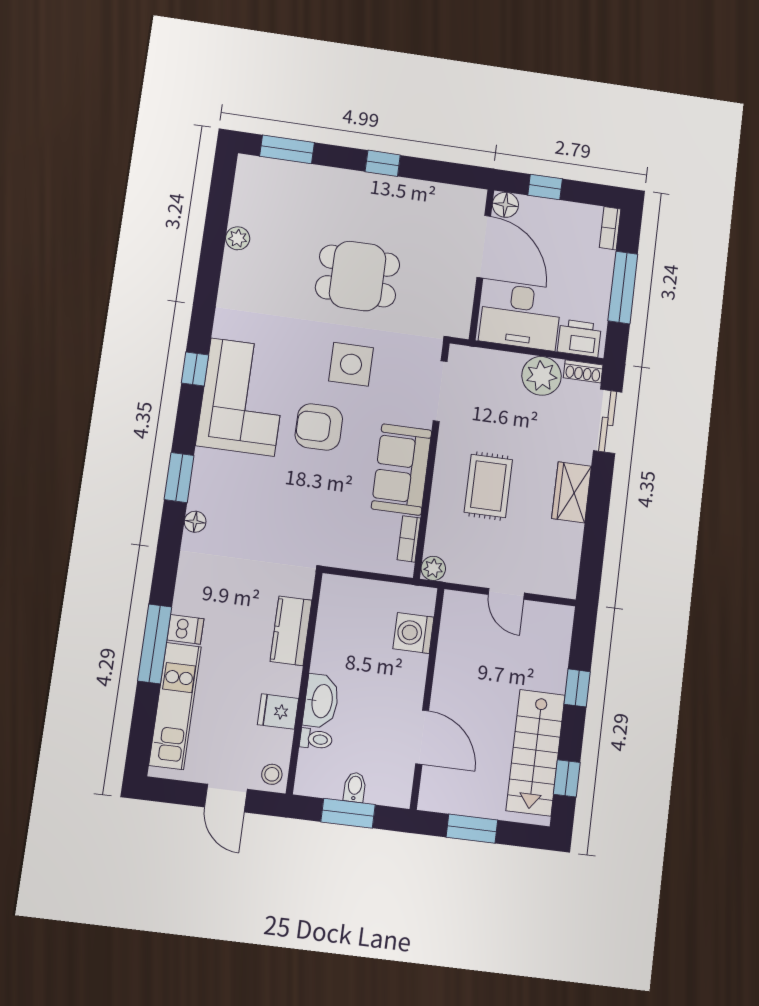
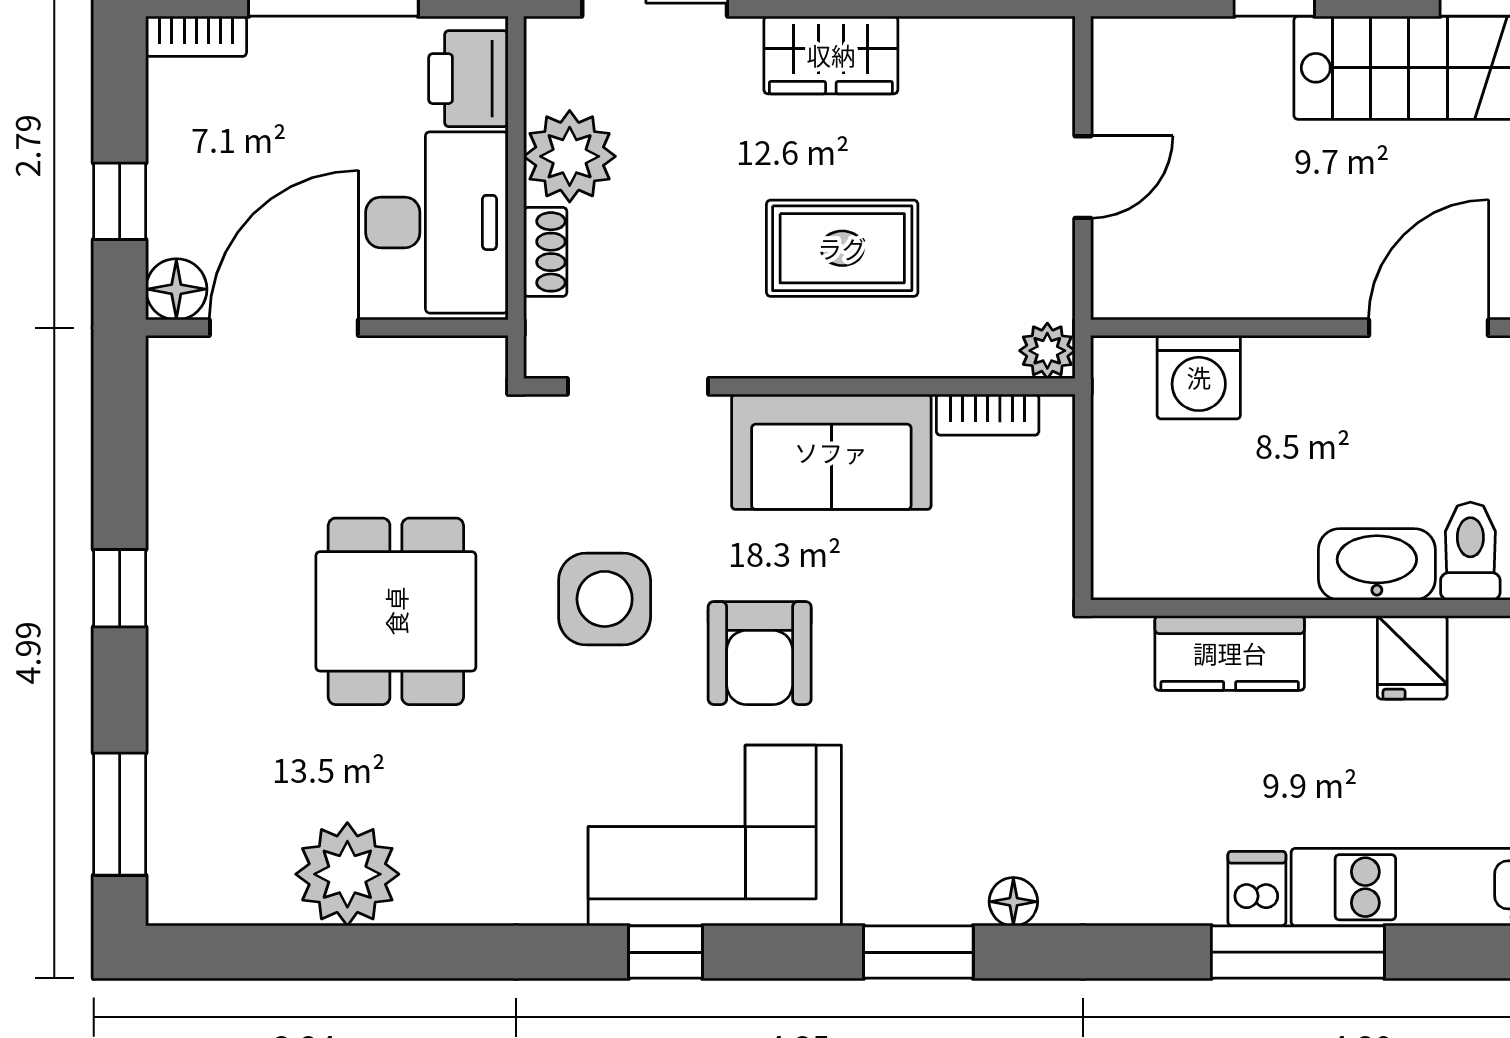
plant: (238, 238) -> (347, 874), width x1.88, depth x1.88
shoe rack: (583, 371) -> (545, 252), moved
toilet: (316, 739) -> (1470, 551), width x1.37, depth x1.39

